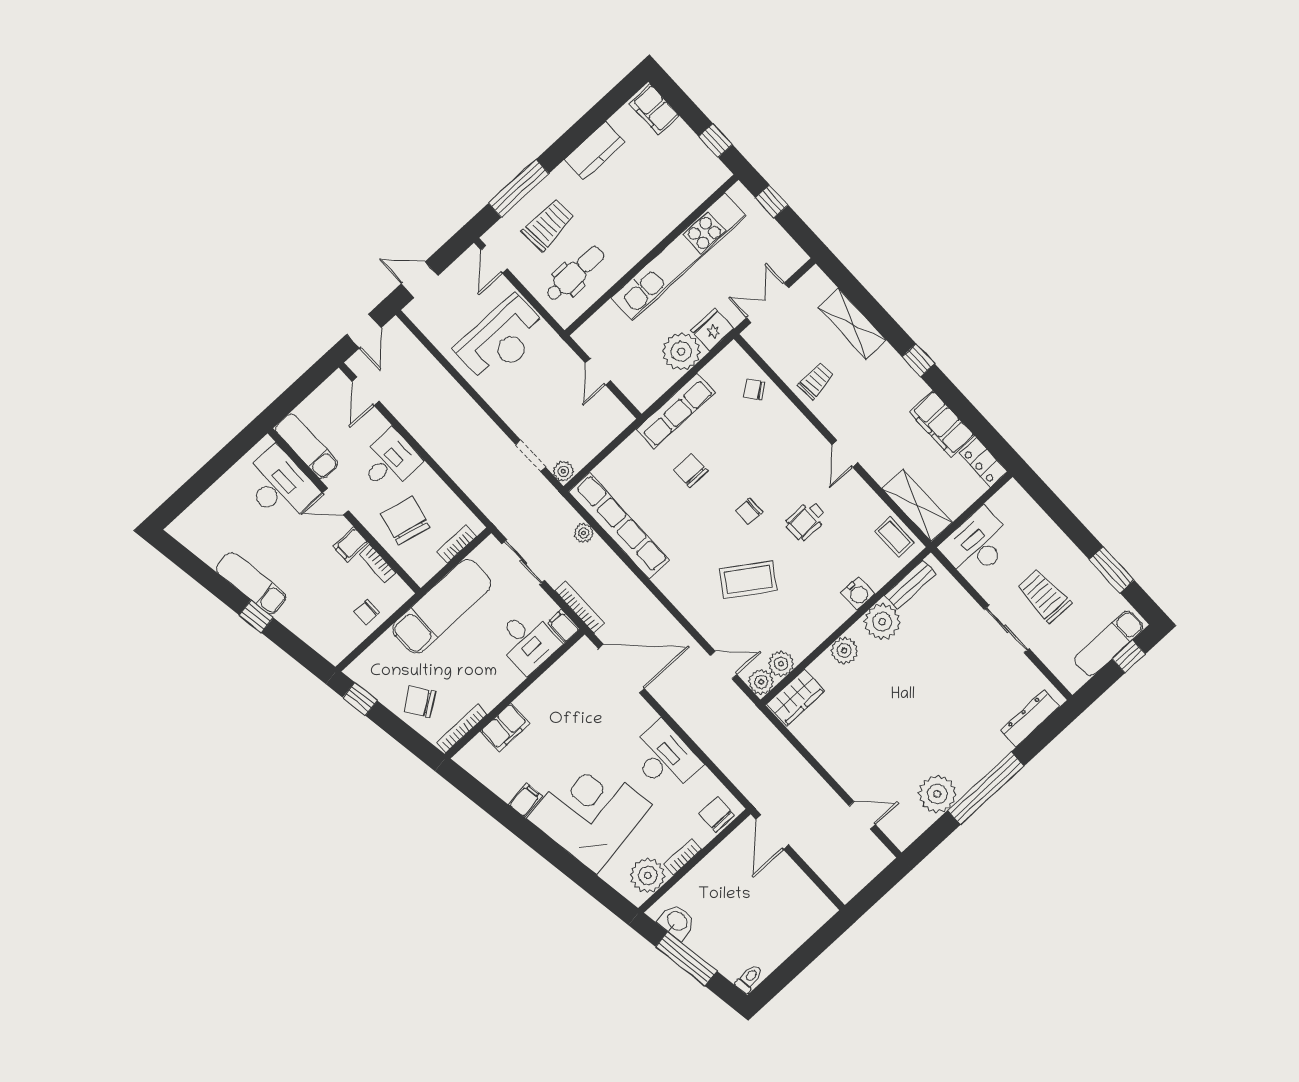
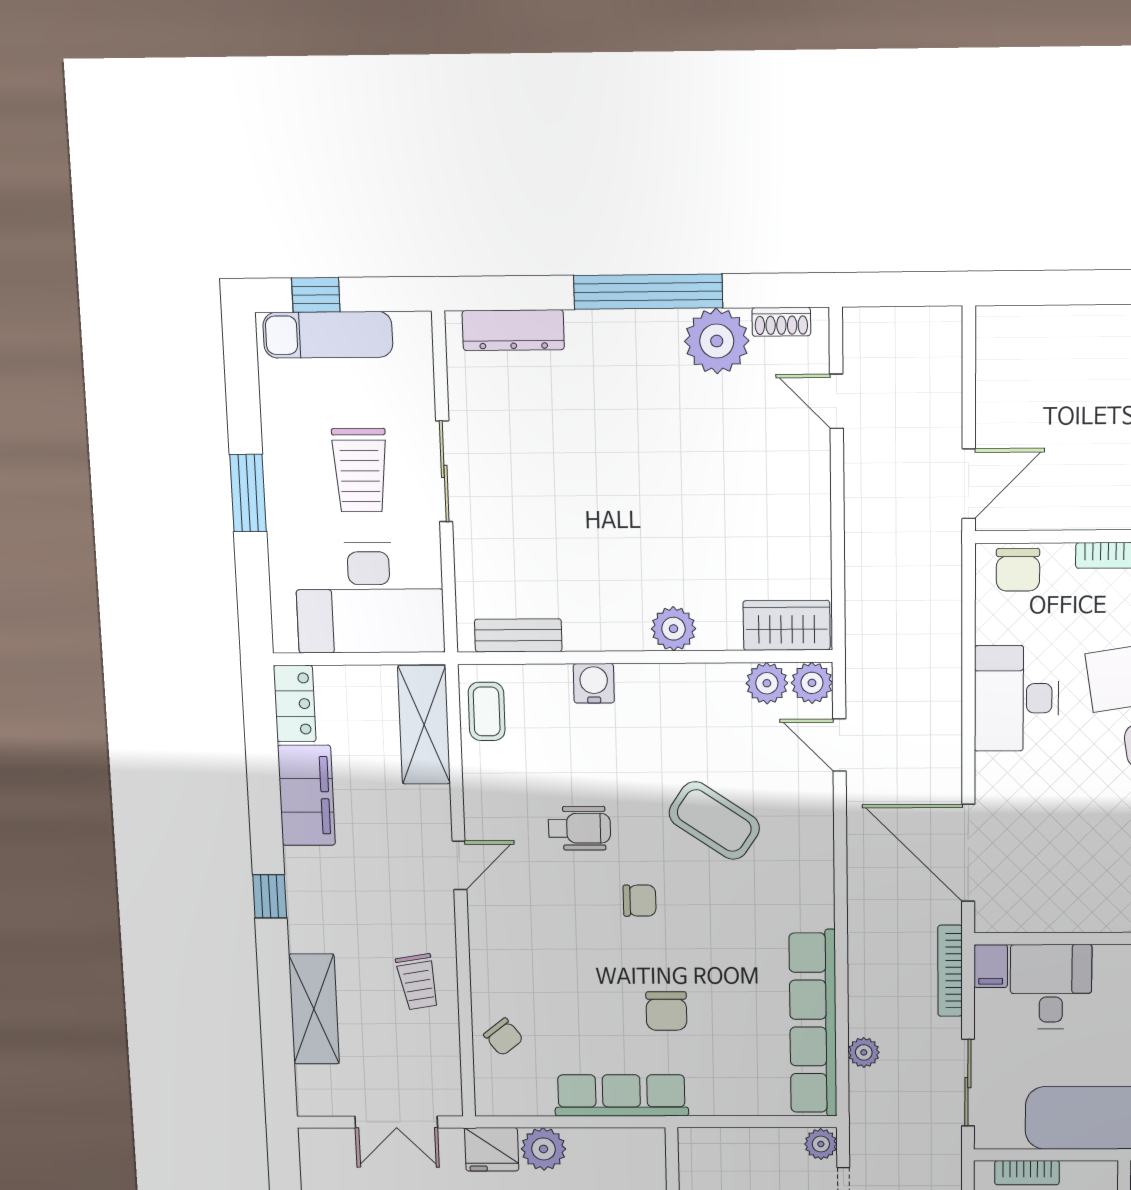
plant: (681, 351) -> (544, 1149), width x0.73, depth x0.73
trolley: (816, 381) -> (418, 982), turned -94
desk: (977, 544) -> (370, 598), width x1.36, depth x1.30
window: (1112, 570) -> (248, 493), moved
plant: (882, 622) -> (594, 622), removed
shoe rack: (917, 828) -> (781, 322), added

